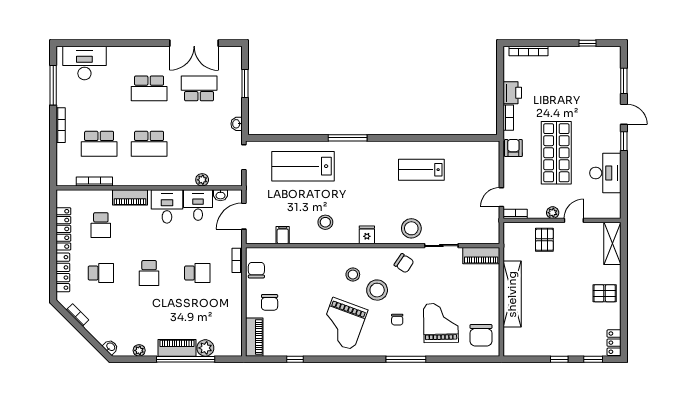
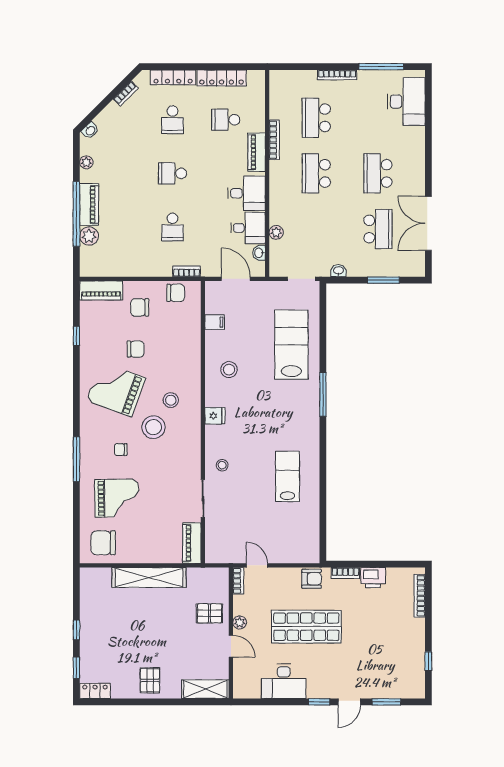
bookcase: (94, 181) -> (274, 140), moved
stool: (411, 228) -> (222, 465), width x0.53, depth x0.53
chair: (404, 263) -> (136, 349), moved, turned -124

